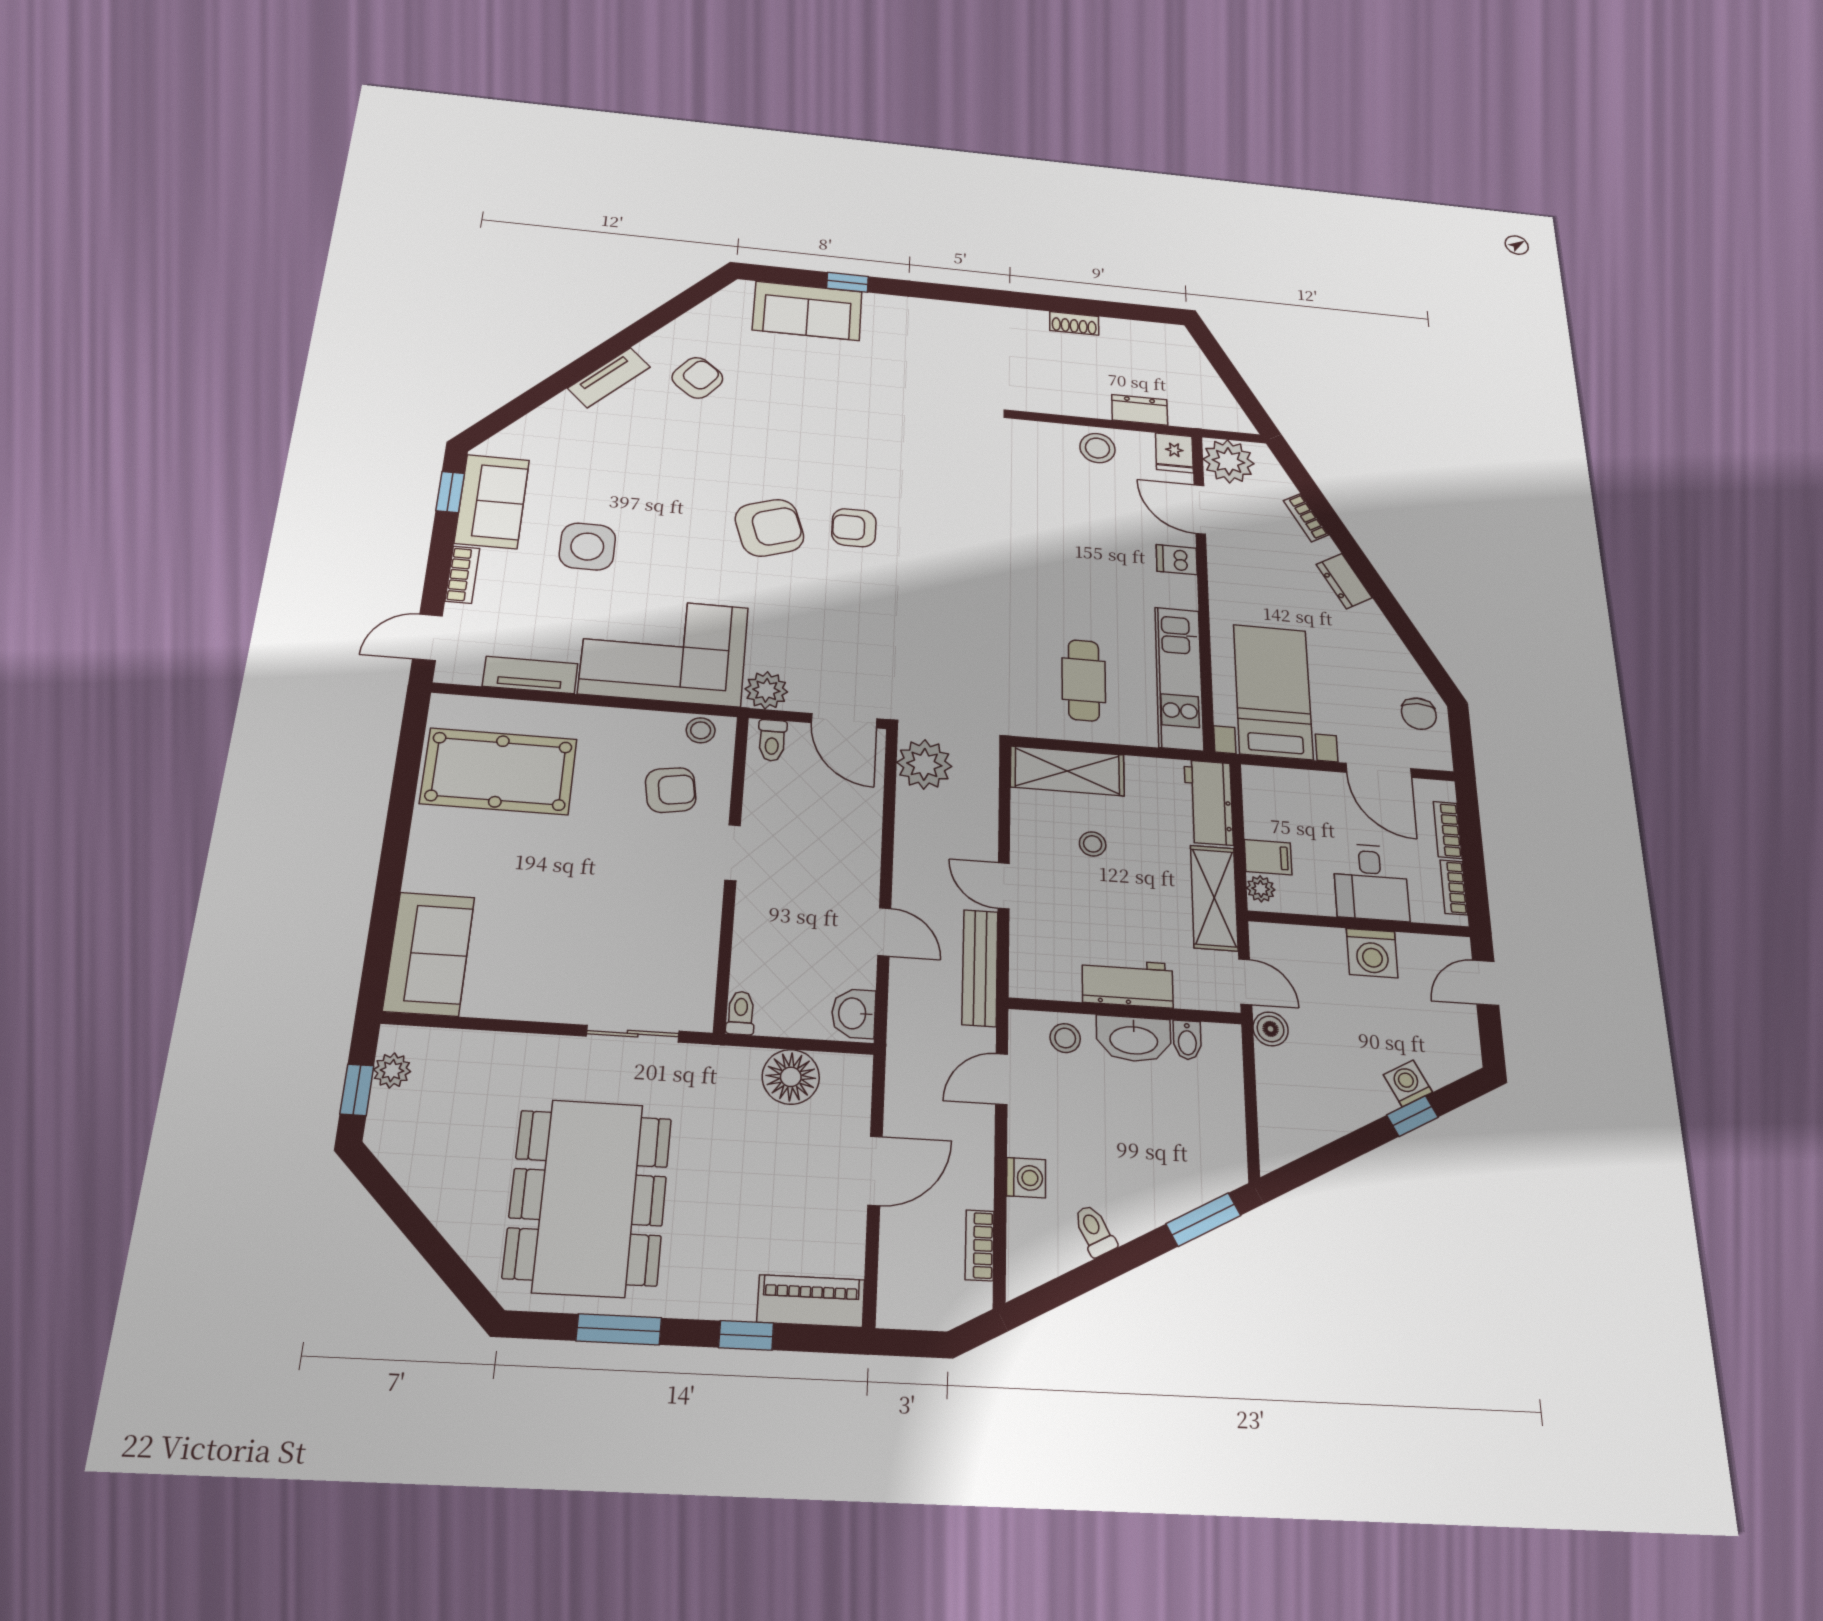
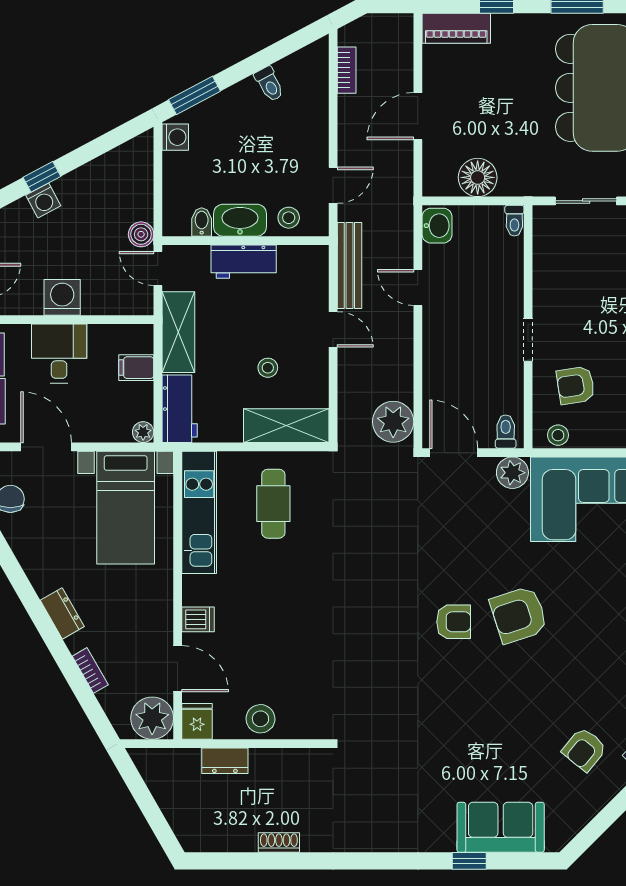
plant: (1261, 889) -> (143, 432), moved
washing machine: (1026, 1178) -> (175, 137), moved, turned 180

